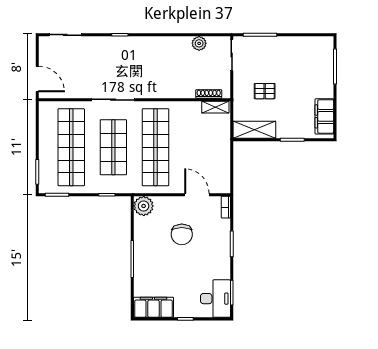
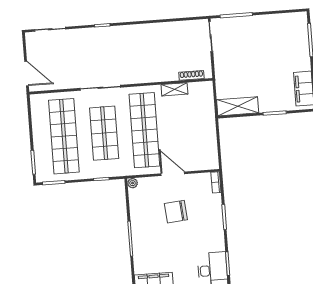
plant: (199, 43) -> (179, 28), removed
pallet: (265, 91) -> (245, 69), removed
shelving: (215, 107) -> (174, 89), moved
door: (197, 195) -> (173, 174), moved
plant: (144, 206) -> (133, 183), width x0.53, depth x0.53
chair: (182, 234) -> (176, 212), turned 85

